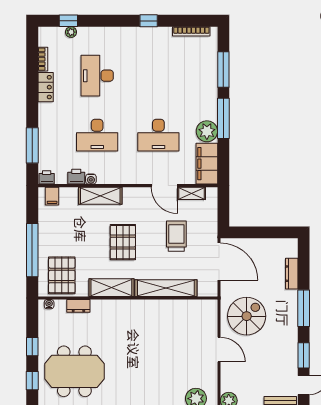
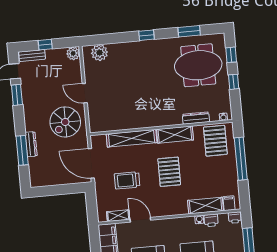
shelving: (100, 196) -> (206, 206), moved
trolley: (176, 236) -> (127, 180), turned 90
dresser: (292, 274) -> (31, 144), moved
dresser: (78, 306) -> (196, 118), width x1.44
window: (304, 308) -> (22, 150), moved

